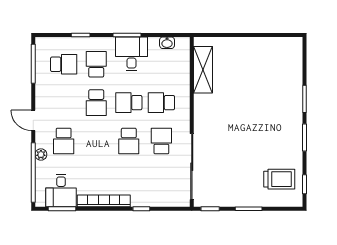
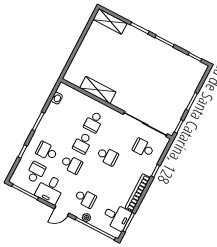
desk: (131, 54) -> (50, 189), moved, turned -90
shelving: (294, 59) -> (110, 21), added
shelving: (203, 70) -> (98, 90), moved
school desk: (161, 141) -> (143, 148), moved
trolley: (279, 179) -> (183, 72), removed

